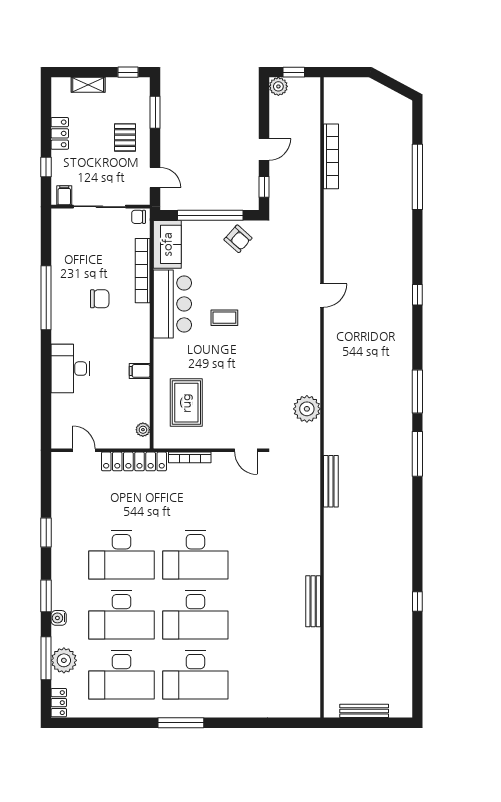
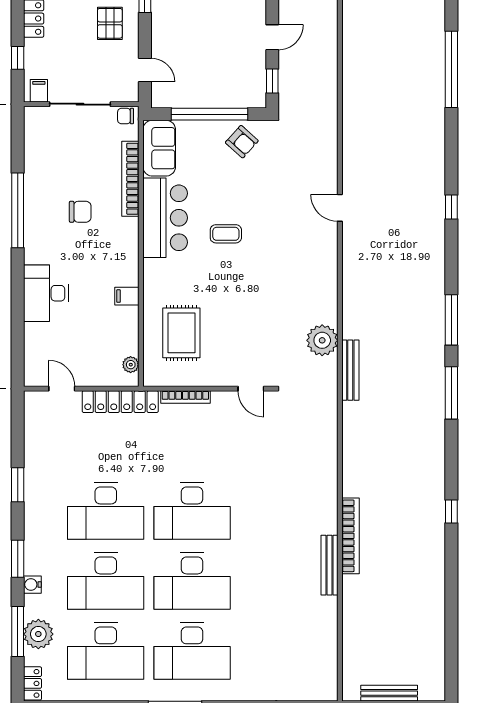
bookcase: (331, 156) -> (350, 536), moved
door: (322, 296) -> (340, 208), swing flipped
bench: (331, 481) -> (350, 370), moved
window: (417, 601) -> (451, 511), moved

